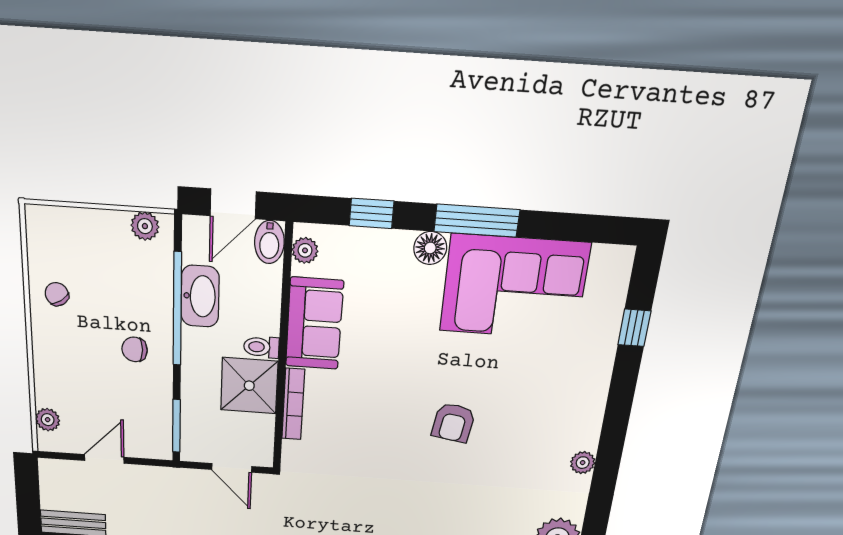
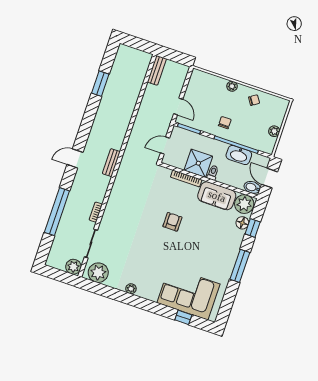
plant: (145, 226) -> (274, 131), moved
floor lamp: (430, 248) -> (242, 223), moved
plant: (305, 250) -> (244, 204), width x1.87, depth x1.87
corner sofa: (514, 287) -> (189, 293), moved, turned 90
plant: (48, 420) -> (232, 86), moved
armchair: (453, 423) -> (172, 222), moved, turned 81
door: (104, 459) -> (178, 106), moved

